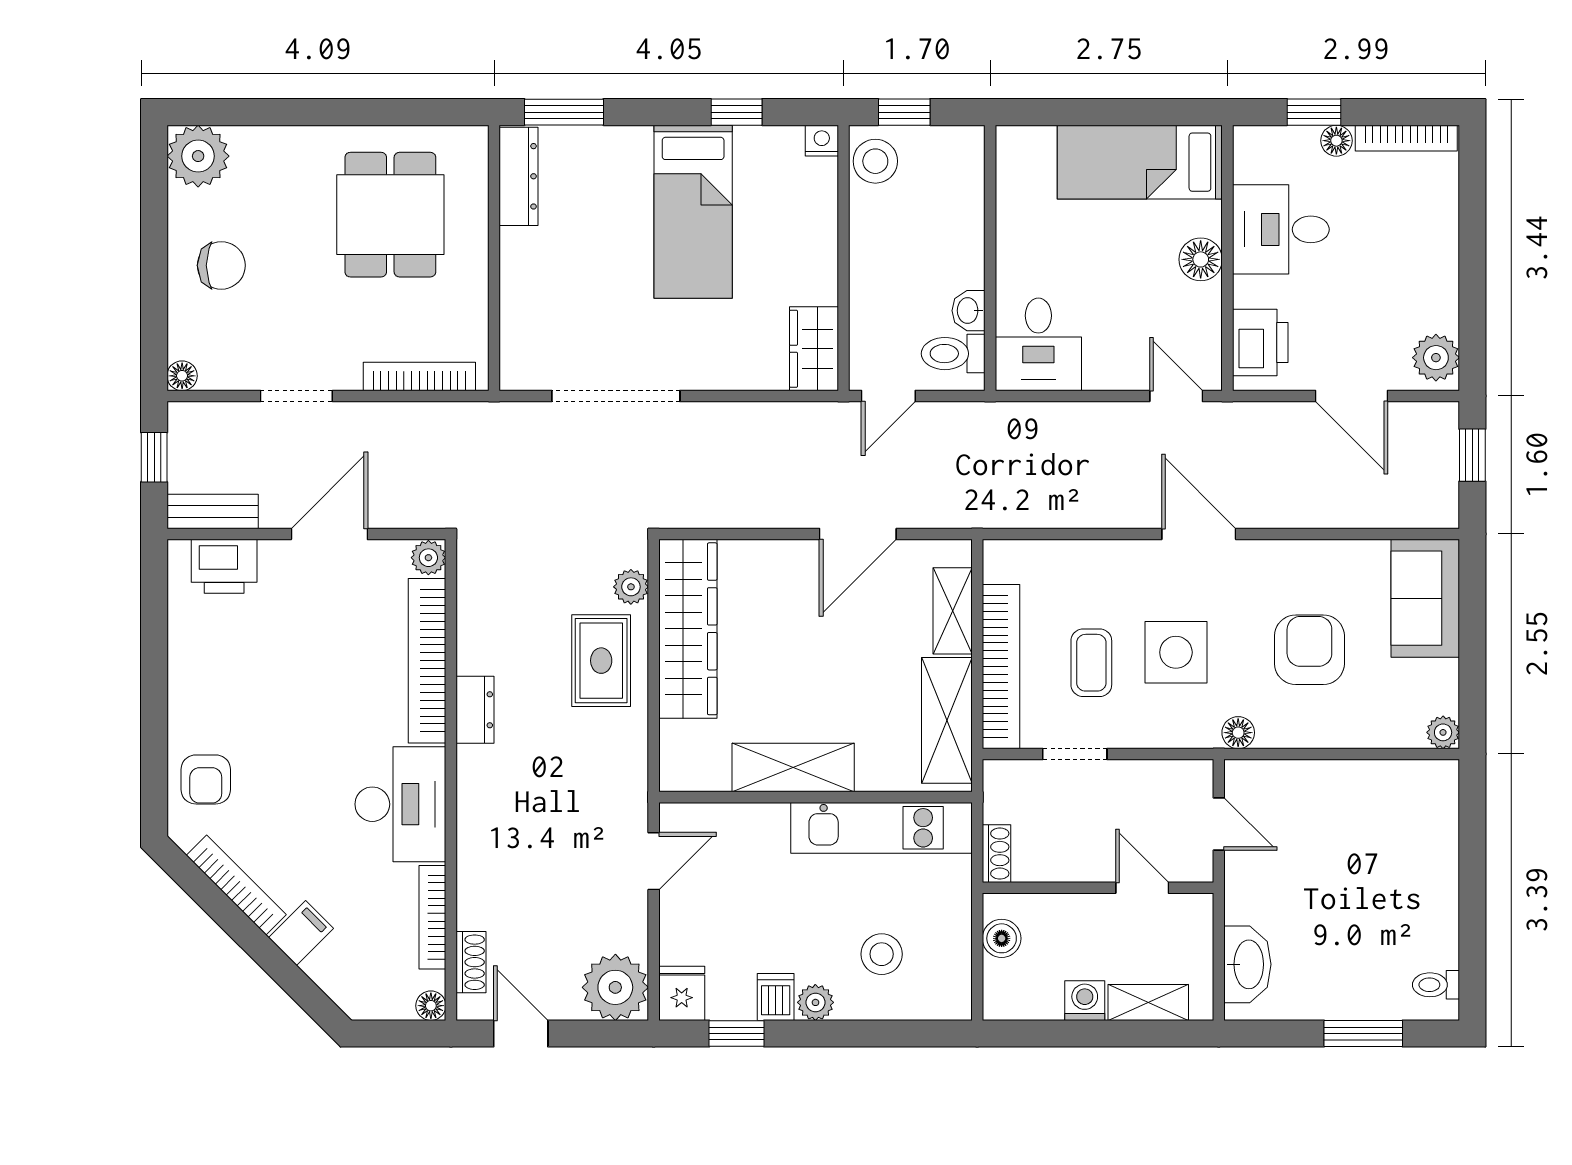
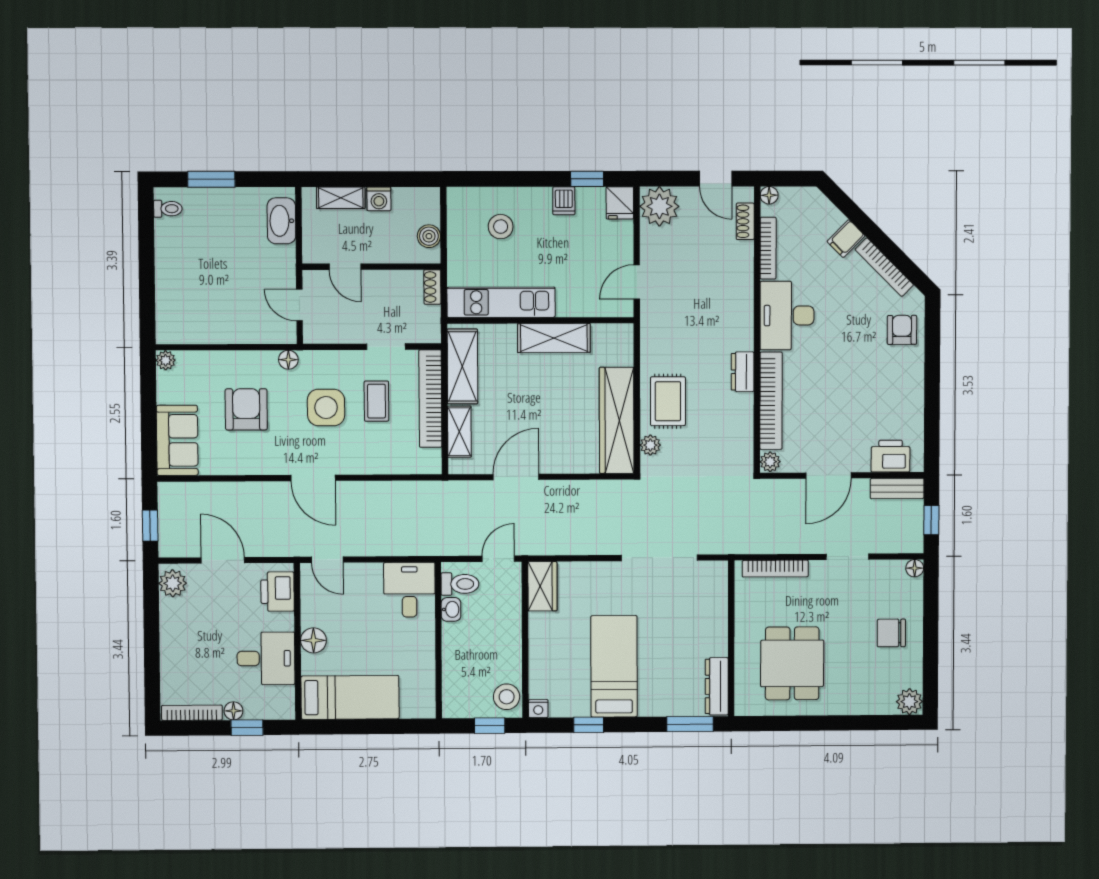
plant: (198, 156) -> (909, 702), width x0.73, depth x0.73
armchair: (1309, 650) -> (246, 409), turned 180
plant: (815, 1002) -> (540, 198), removed

